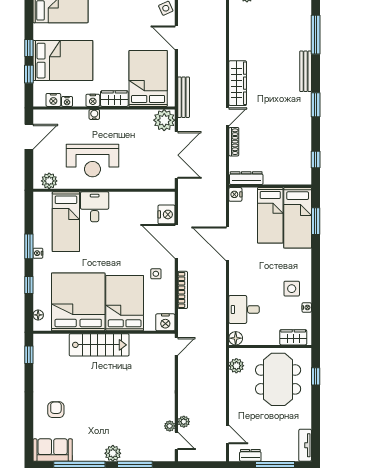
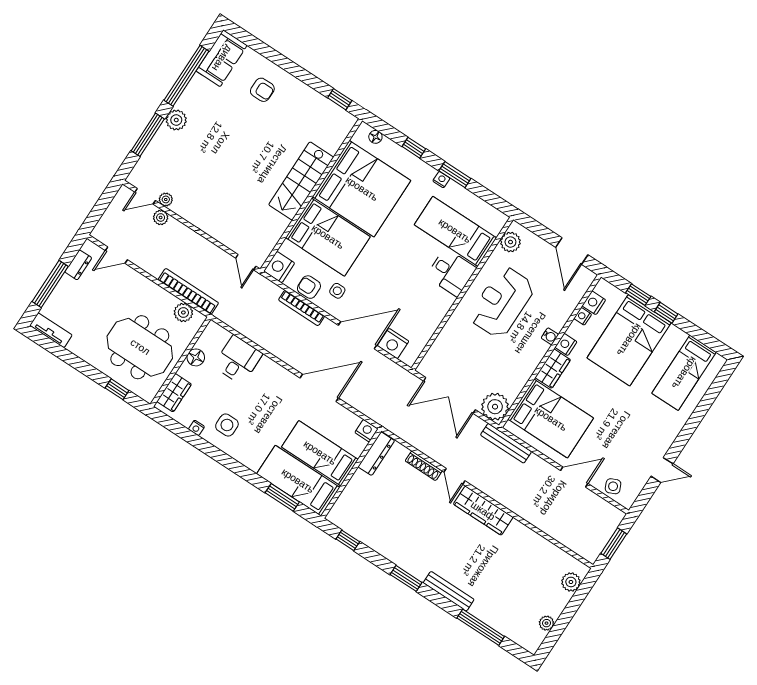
armchair: (166, 294) -> (309, 287), added
floor lamp: (236, 338) -> (196, 357), moved
bookcase: (220, 372) -> (188, 291), added

